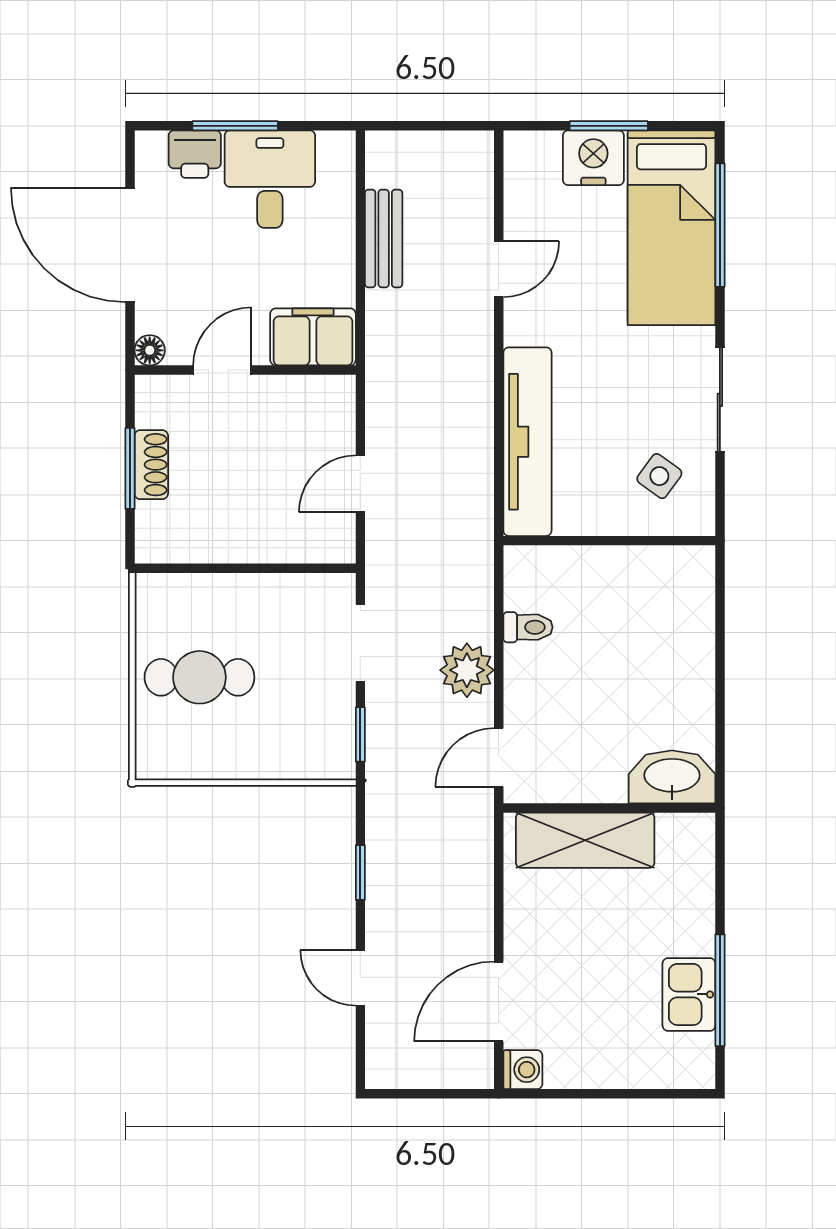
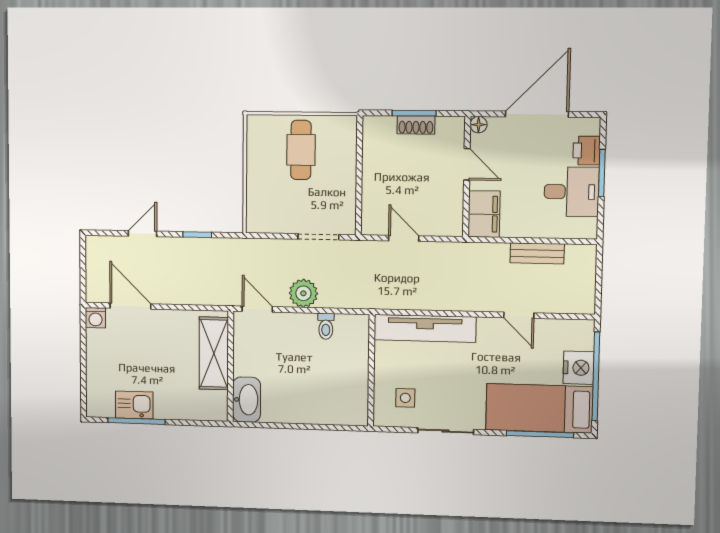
window: (609, 126) -> (596, 376), width x2.11
side table: (659, 476) -> (405, 398), turned -36
window: (360, 734) -> (270, 236), removed

